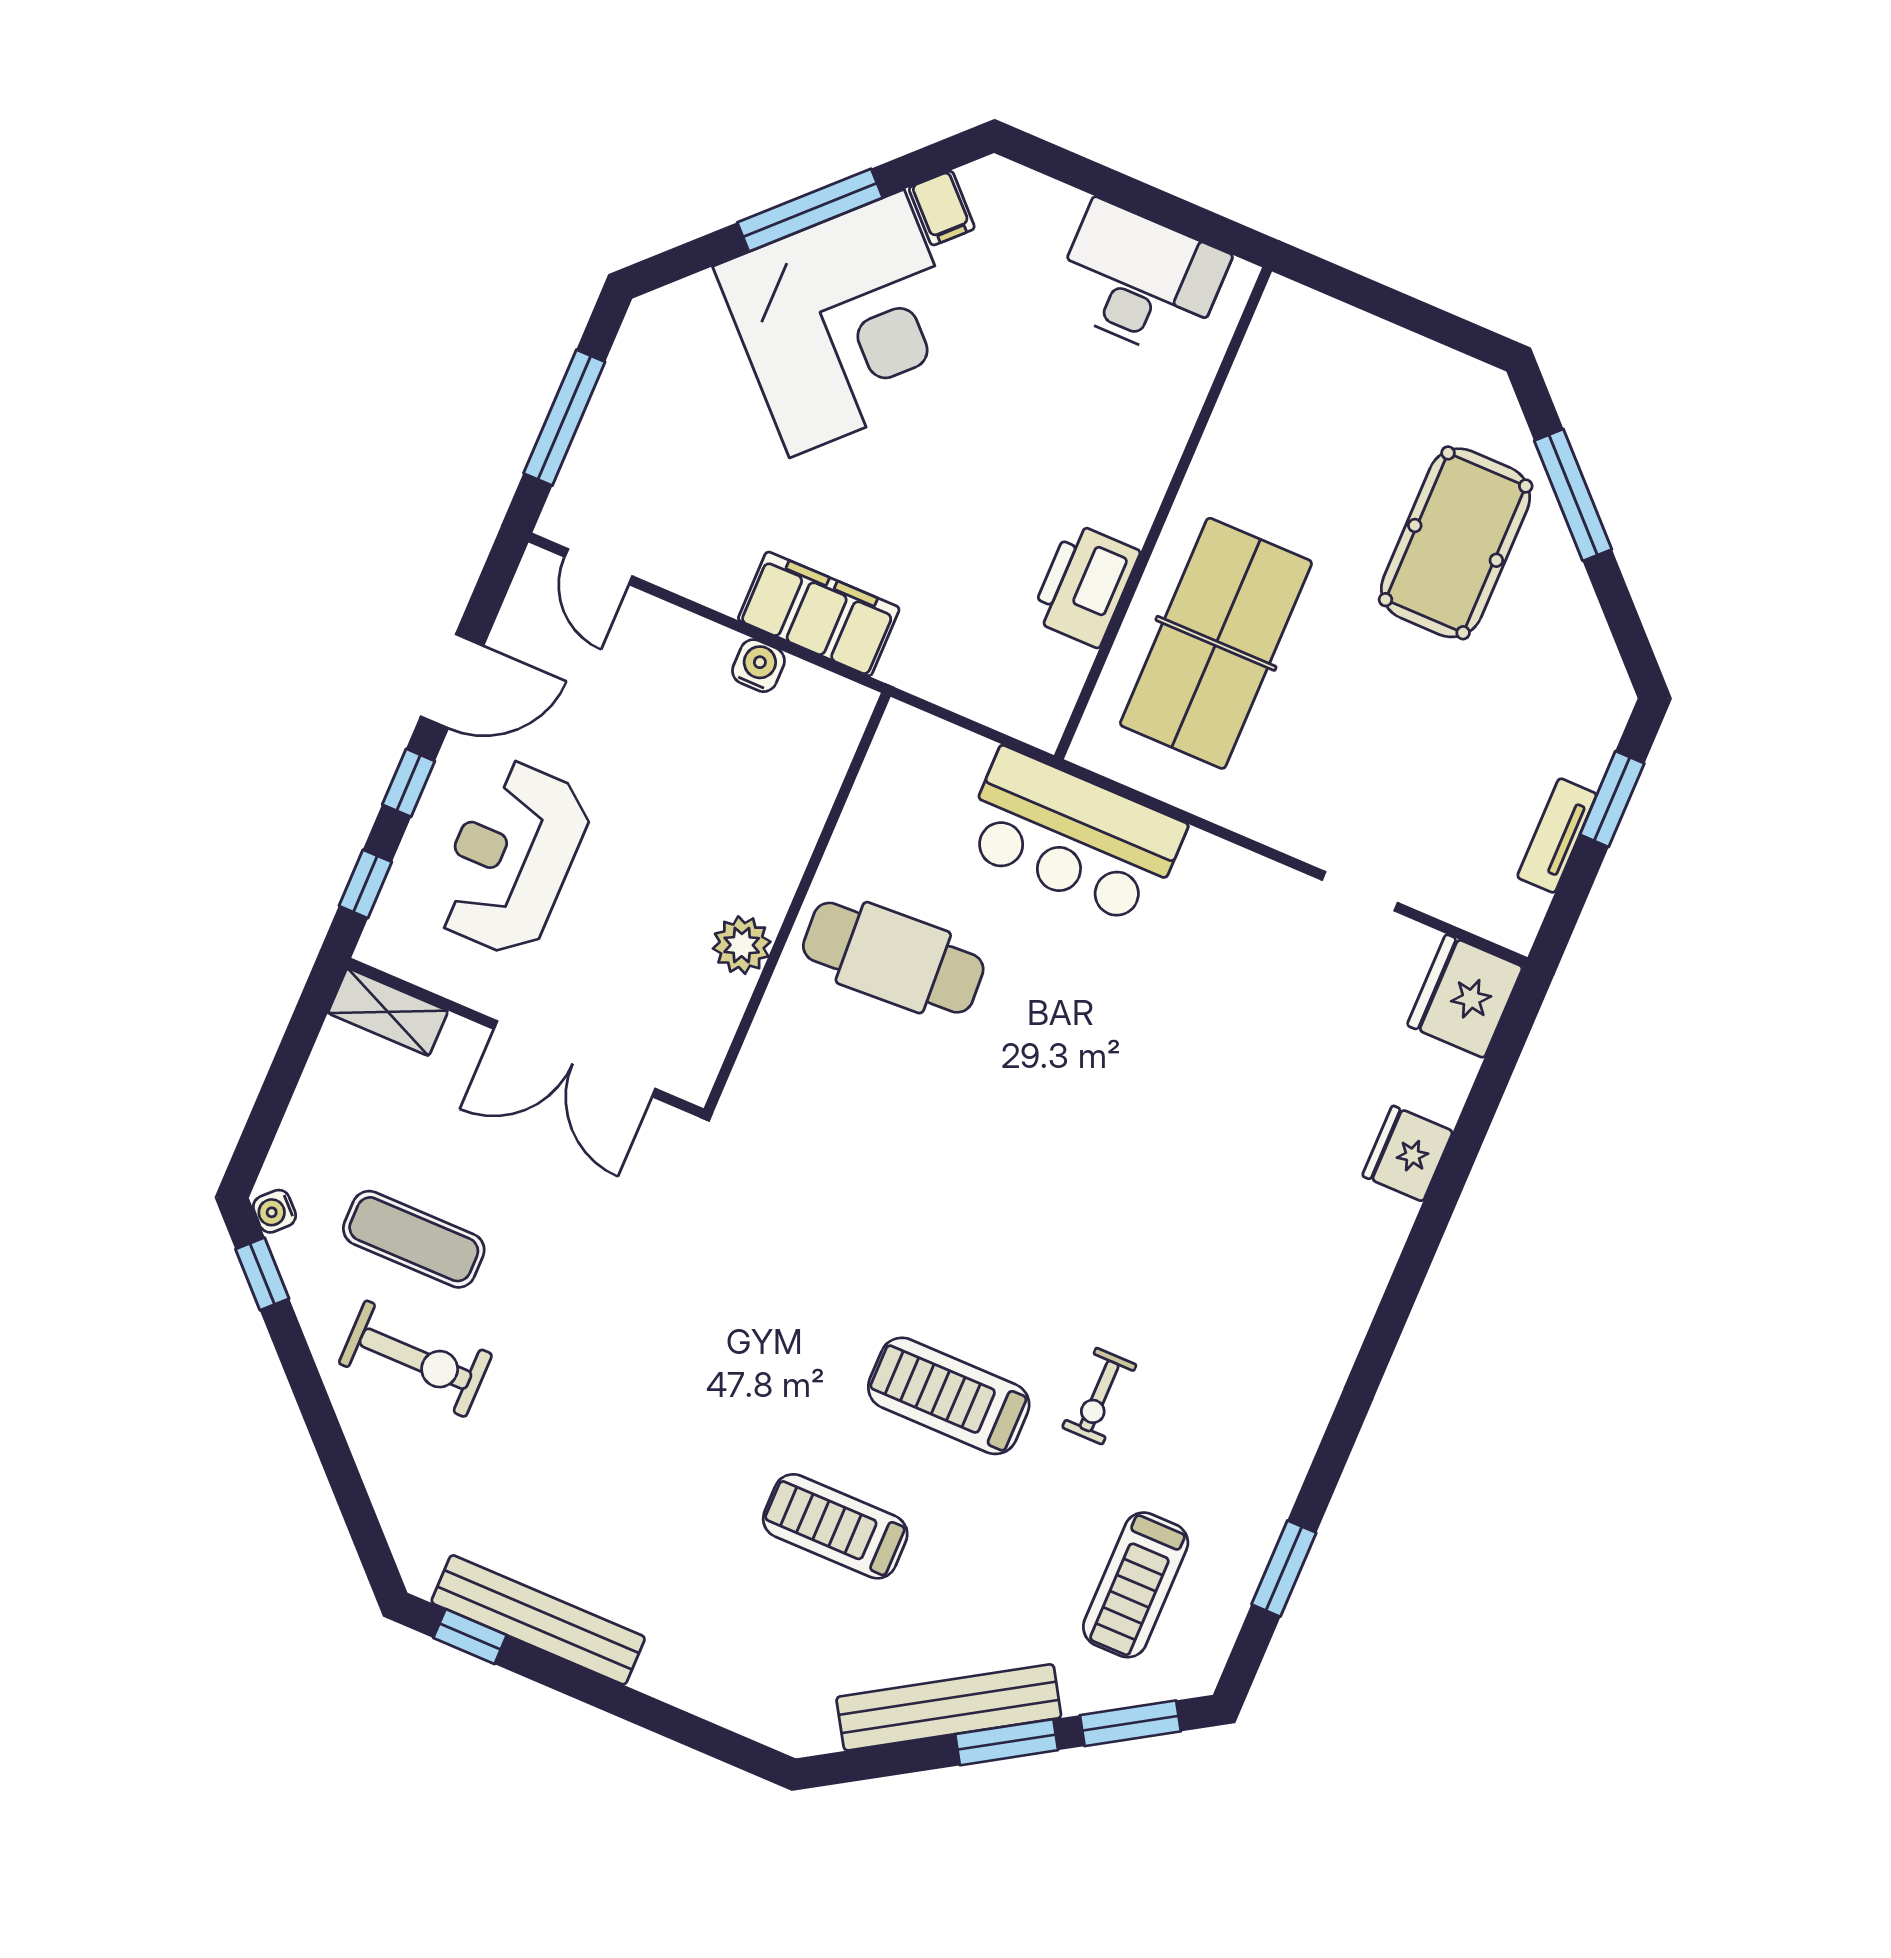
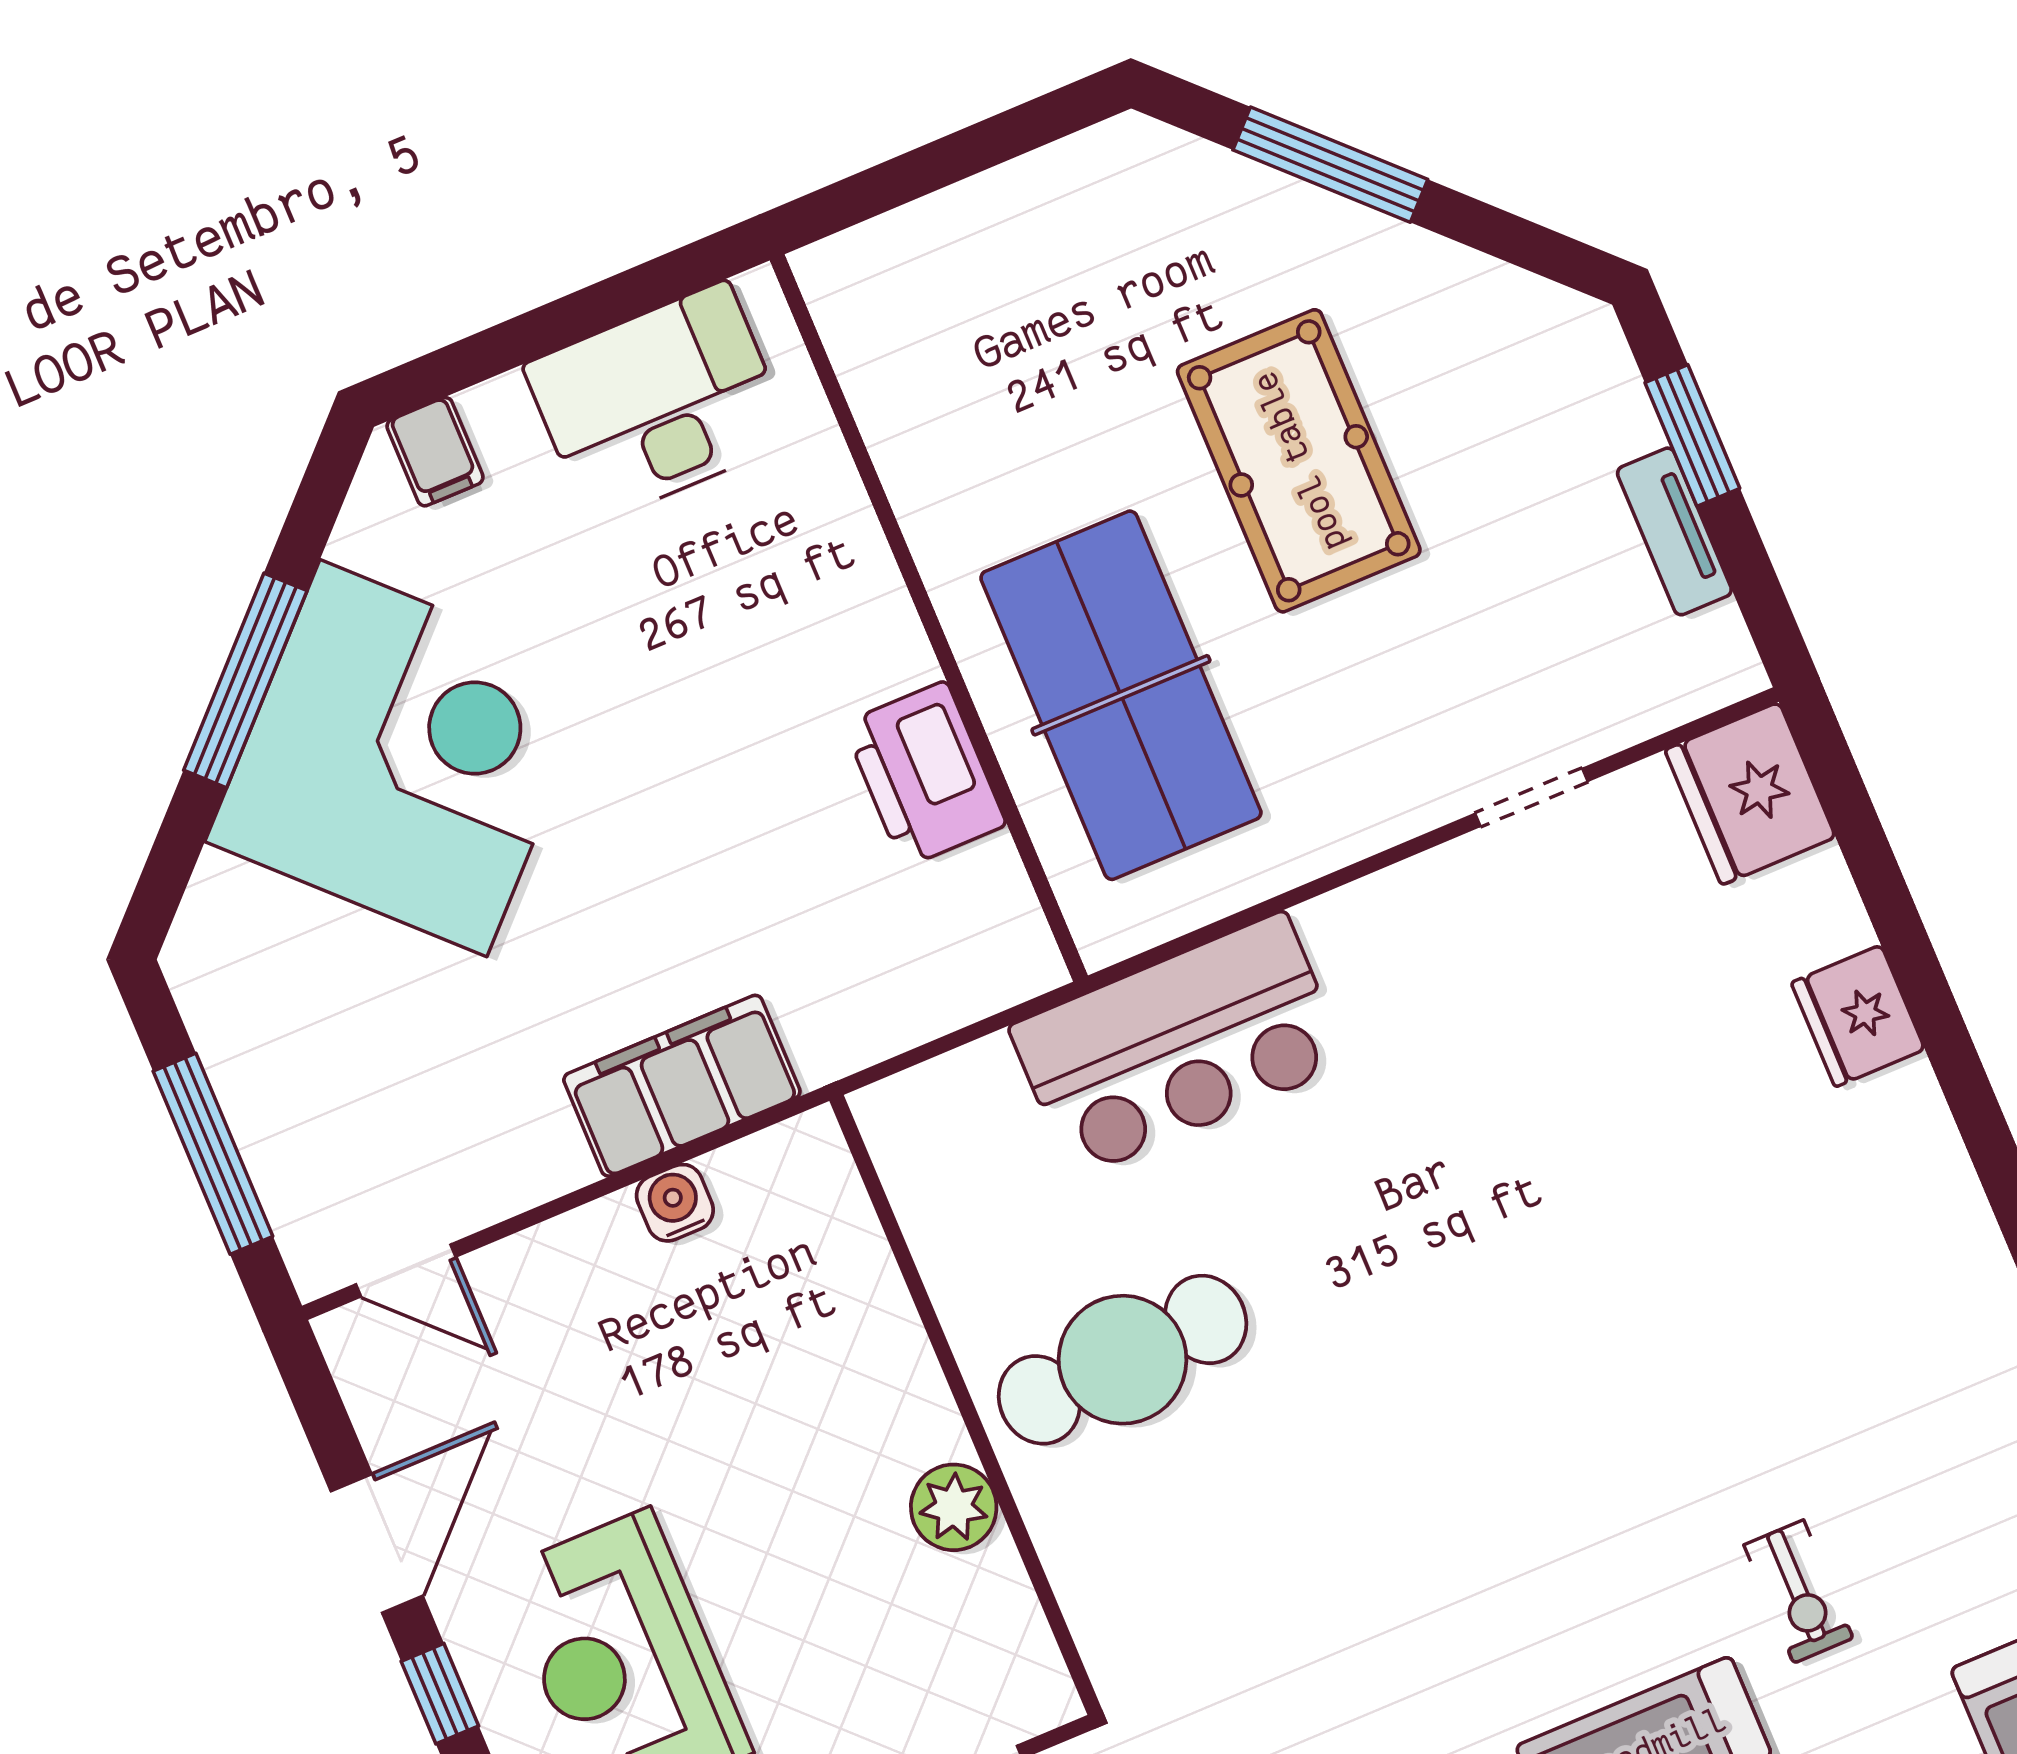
filing cabinet: (942, 208) -> (435, 452), moved, turned 45
pool table: (1456, 543) -> (1299, 461), moved

